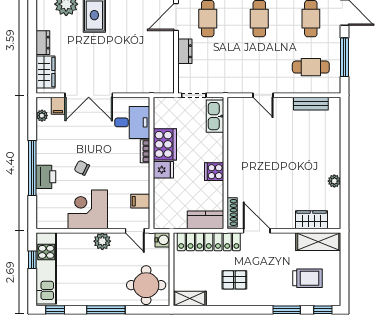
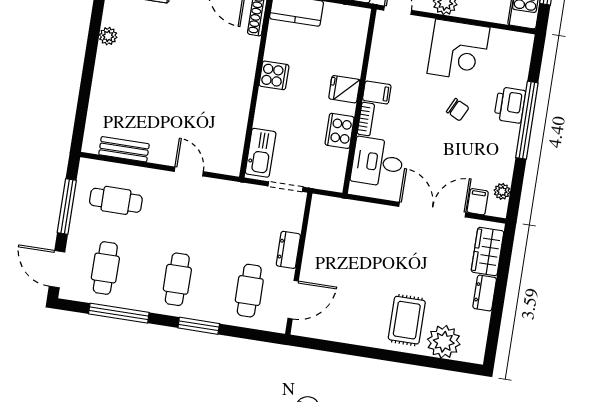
cooker: (165, 144) -> (340, 131), width x0.73, depth x0.76
filing cabinet: (140, 201) -> (377, 93), moved

